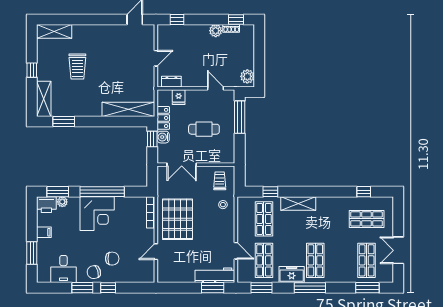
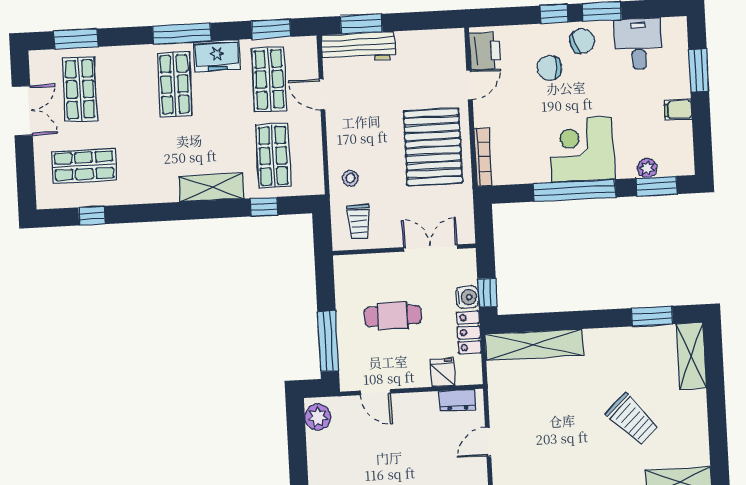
trolley: (77, 66) -> (632, 419), turned 136
window: (32, 70) -> (716, 408), removed
printer: (46, 205) -> (485, 51), moved, turned 90

